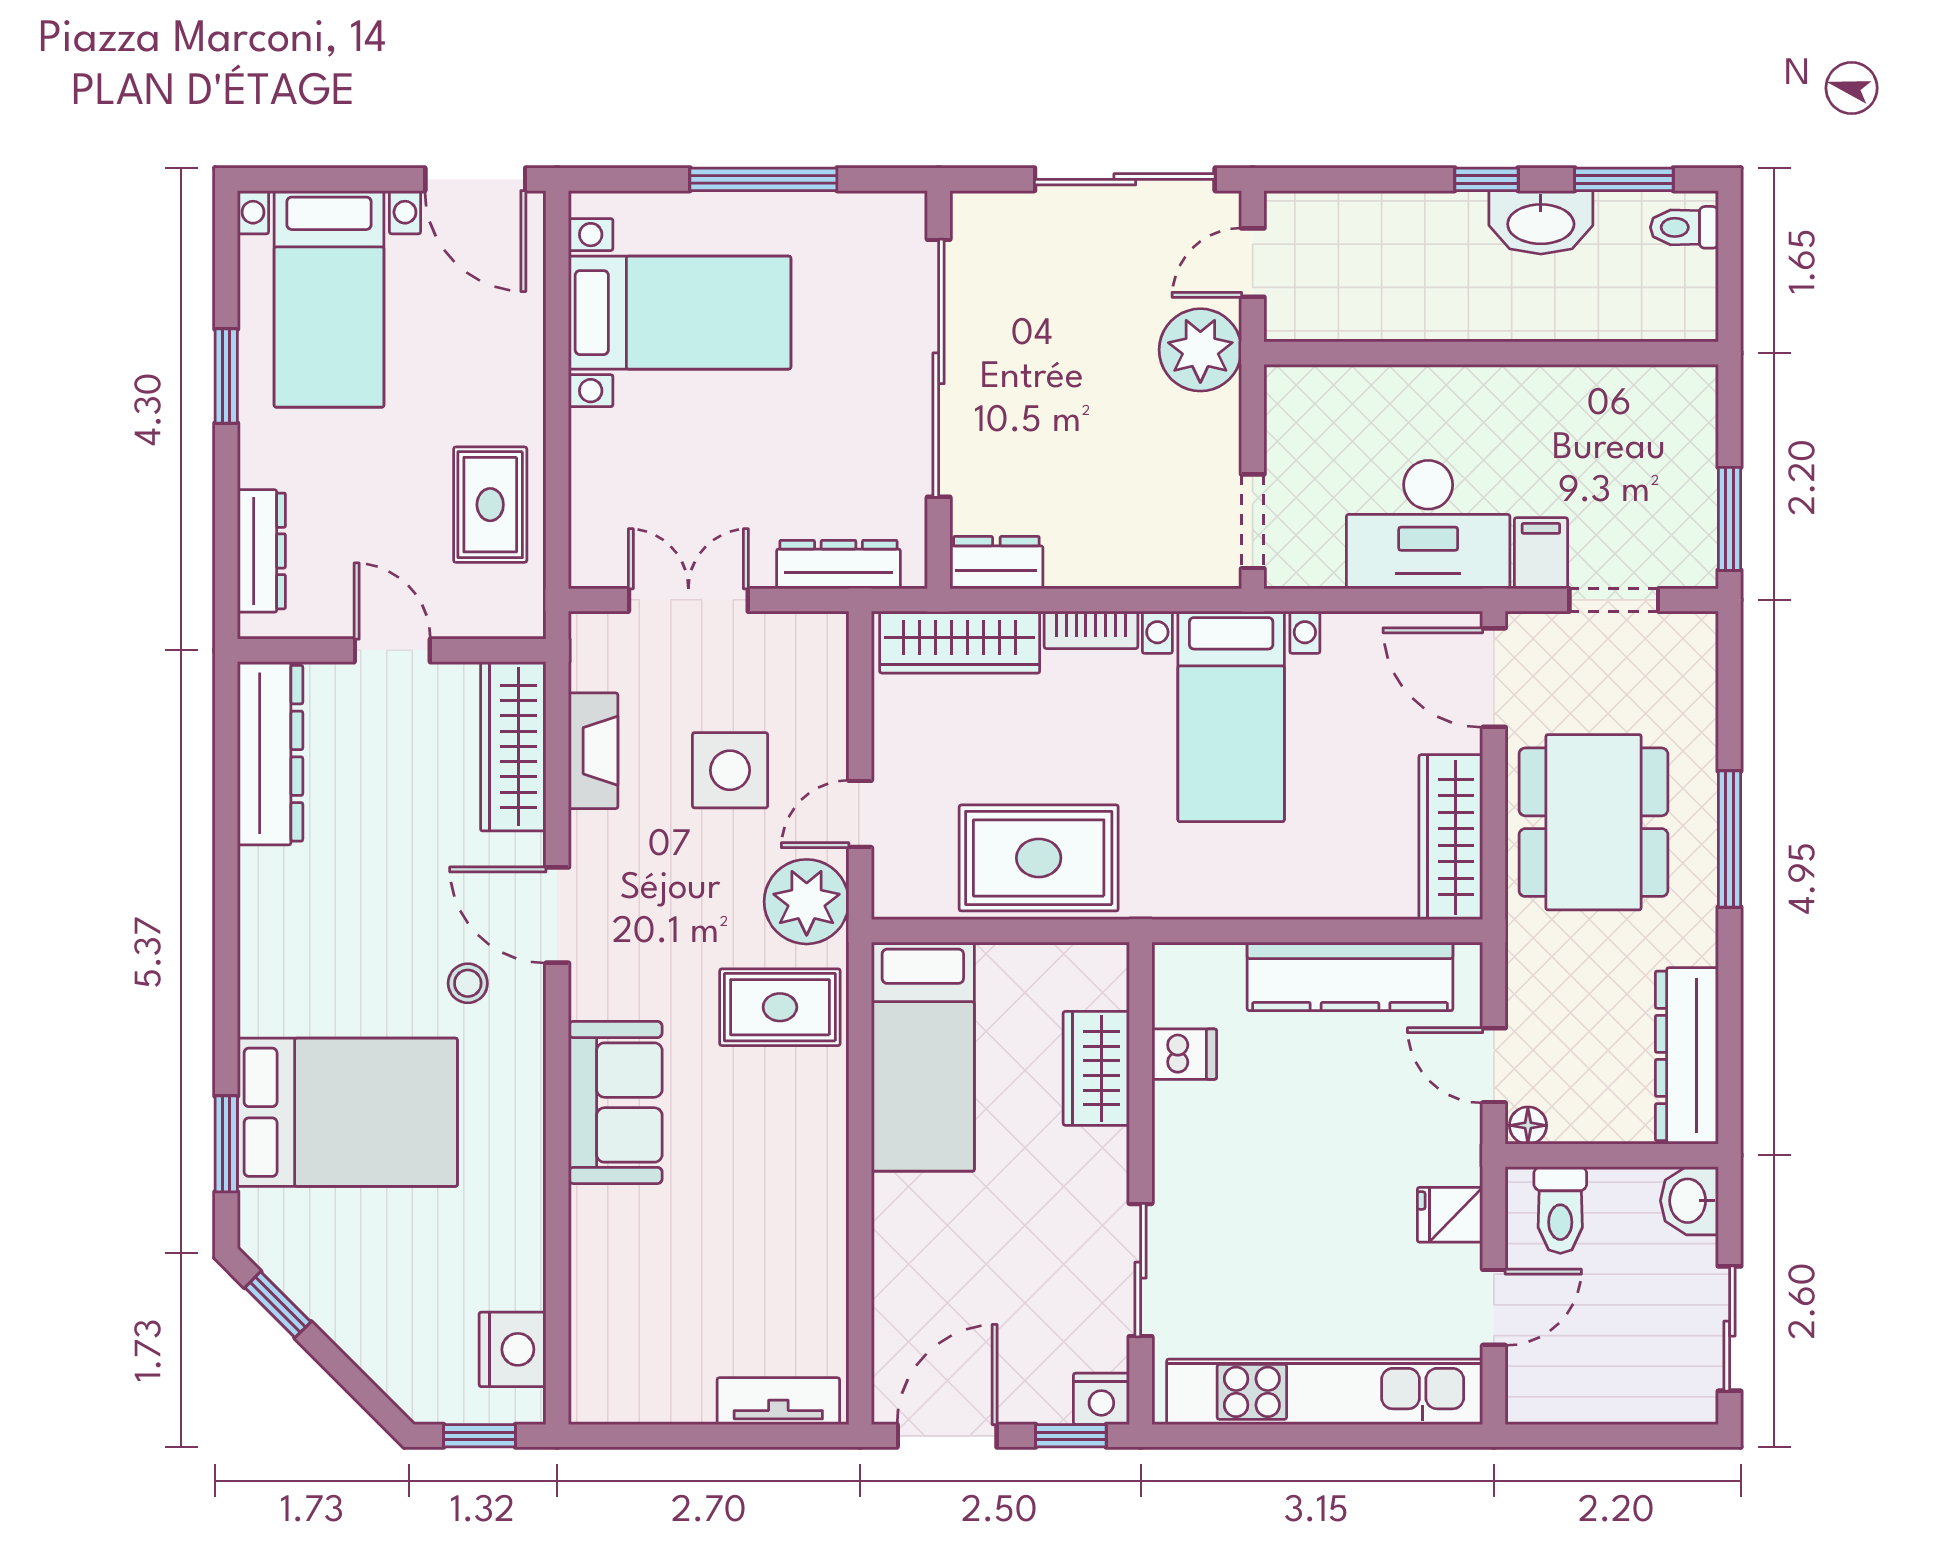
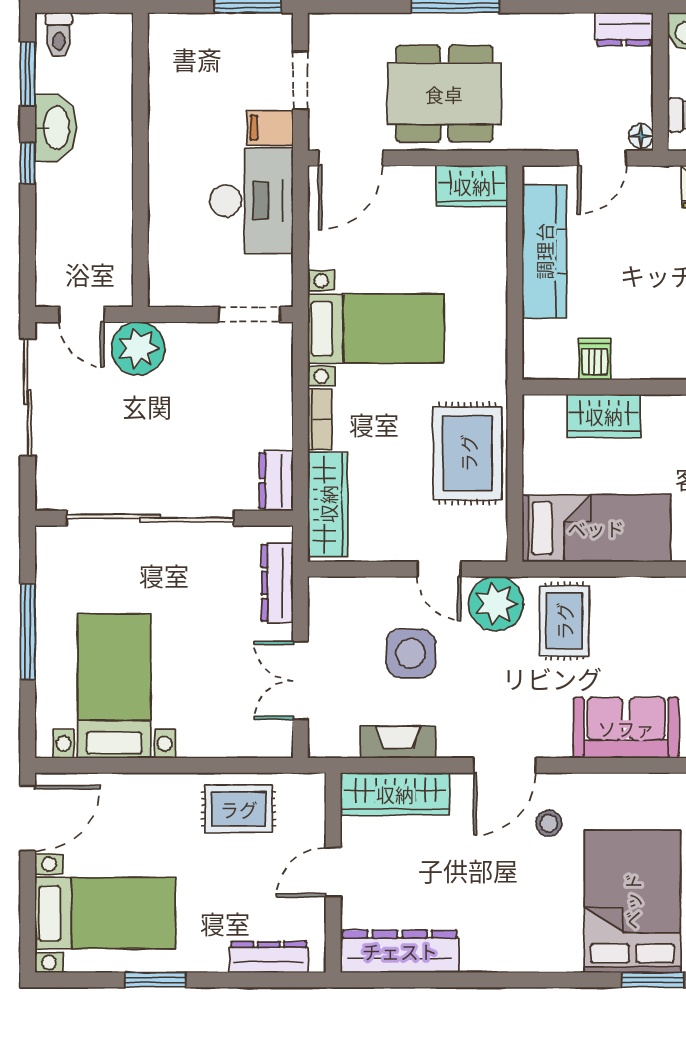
wardrobe: (1451, 837) -> (472, 186), width x0.67
dresser: (1687, 1056) -> (624, 29), width x0.51, depth x0.80

